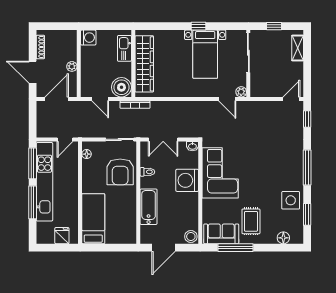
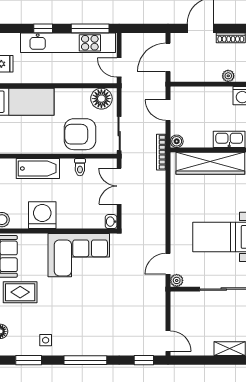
plant: (72, 66) -> (228, 76), moved
boiler: (121, 87) -> (177, 141), width x0.54, depth x0.54
door: (57, 99) -> (168, 57), swing flipped
door: (100, 99) -> (168, 110), hinge flipped
floor lamp: (87, 154) -> (101, 99), width x1.89, depth x1.89
washing machine: (187, 180) -> (42, 215), moved
side table: (291, 200) -> (46, 340), width x0.54, depth x0.54
window: (33, 202) -> (43, 28), width x0.46

